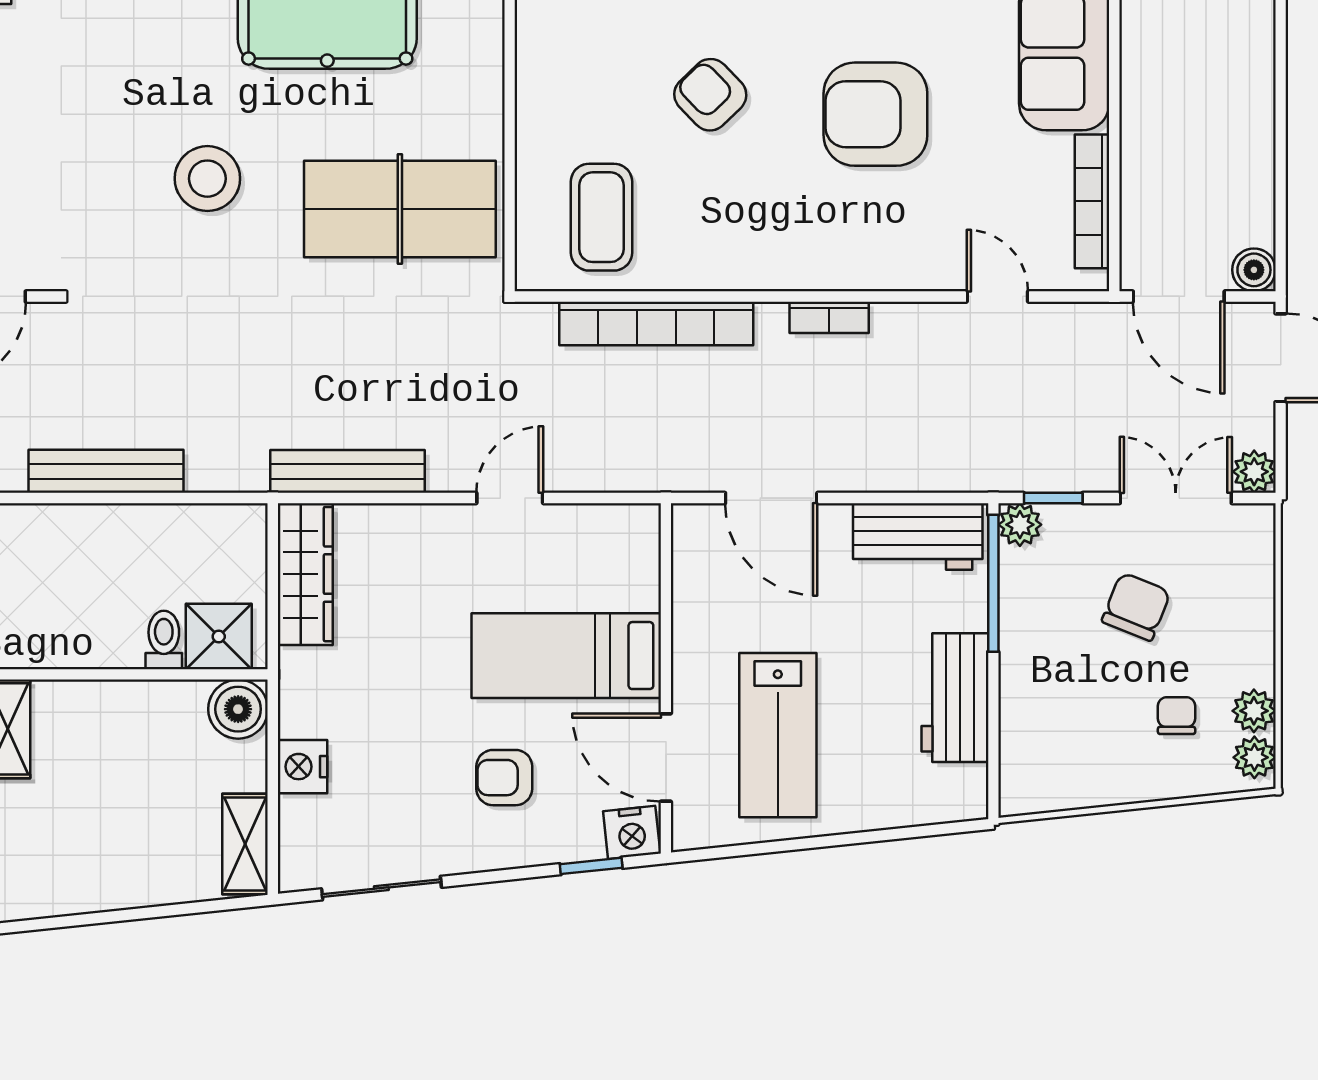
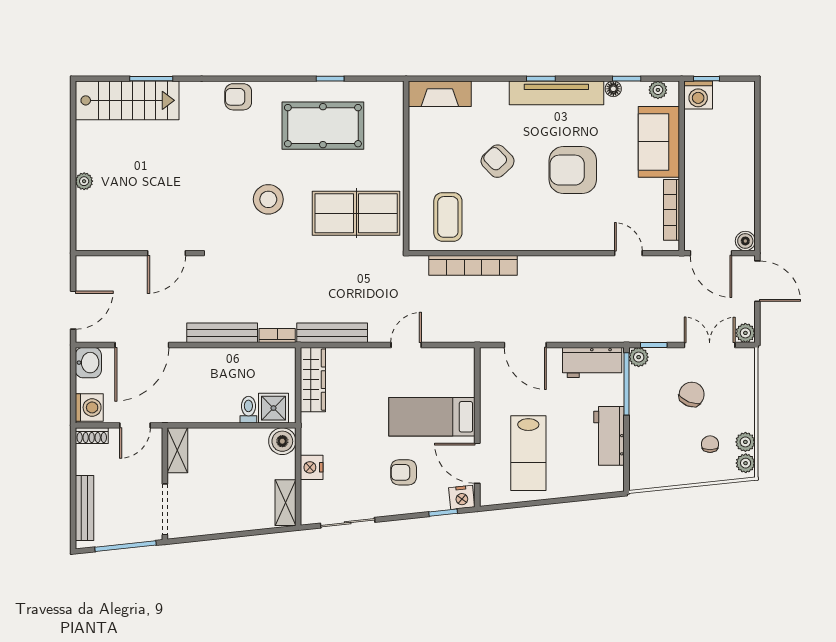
bookcase: (829, 317) -> (277, 335), moved, turned 180

